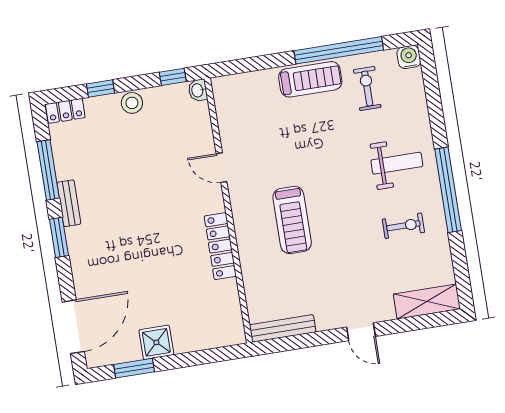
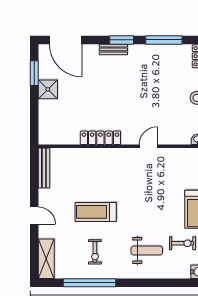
weight bench: (397, 163) -> (147, 251), moved, turned -90
window: (448, 190) -> (89, 283), moved
bench: (69, 203) -> (113, 49), moved
treadmill: (292, 220) -> (96, 212), moved
door: (361, 332) -> (34, 216), swing flipped

